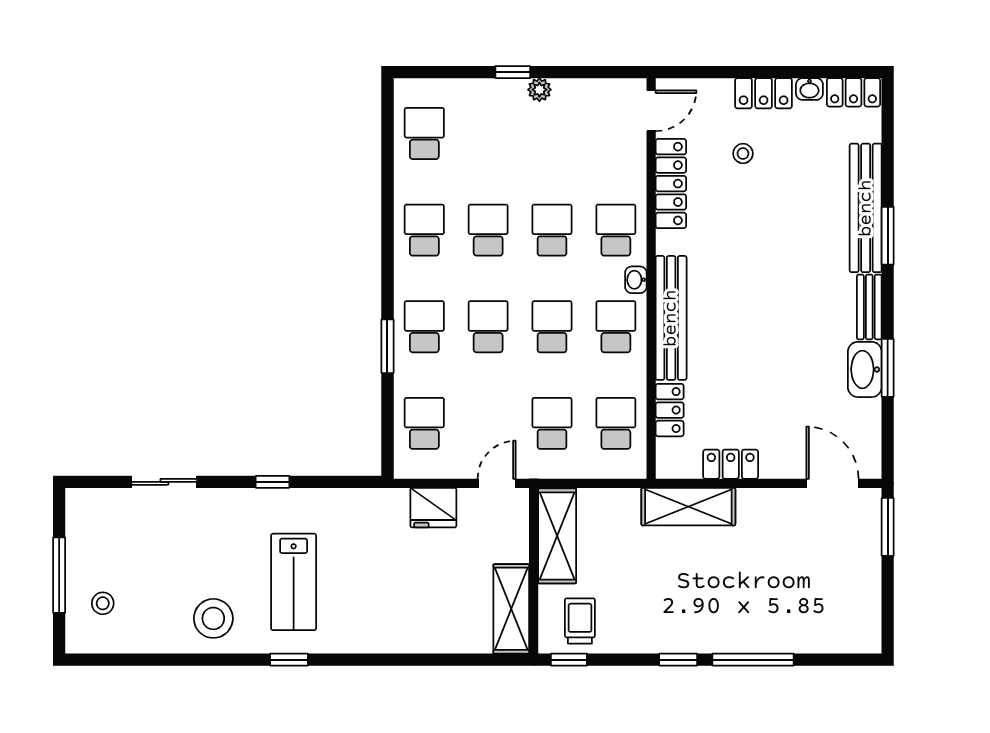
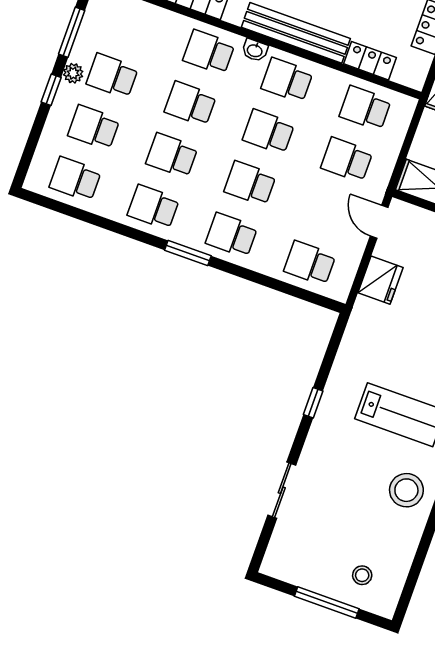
window: (584, 72) -> (72, 32), added
school desk: (488, 133) -> (94, 127), added
school desk: (552, 133) -> (112, 76), added
window: (387, 346) -> (188, 253), moved

